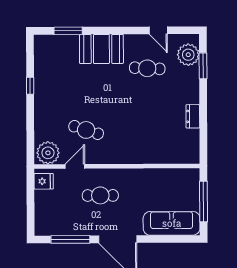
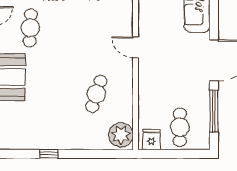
door: (75, 166) -> (135, 47), moved
cafe table: (100, 195) -> (180, 127), moved

